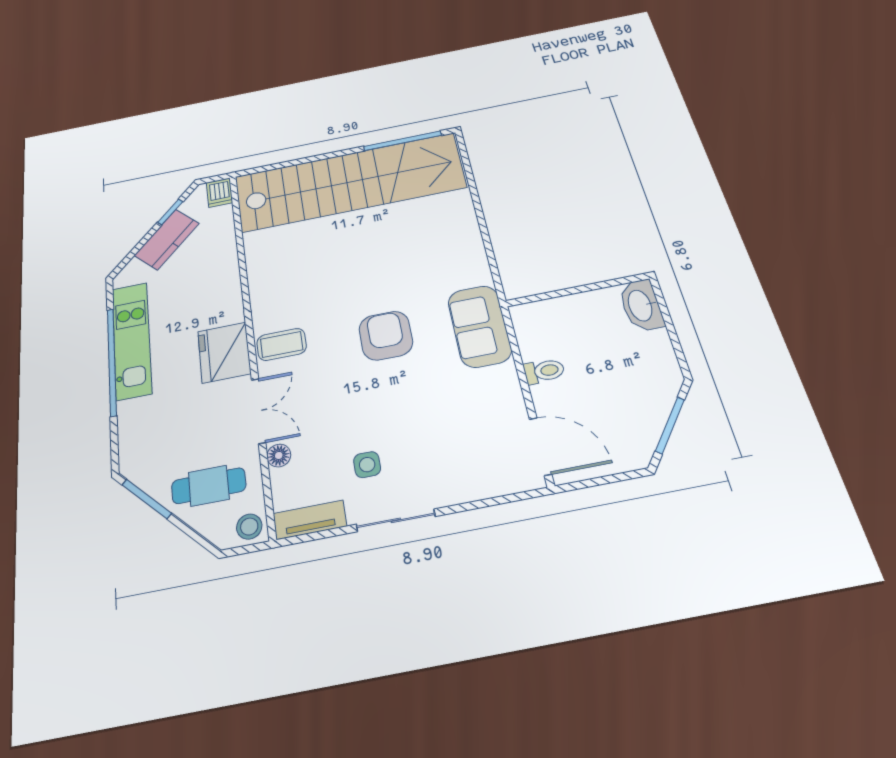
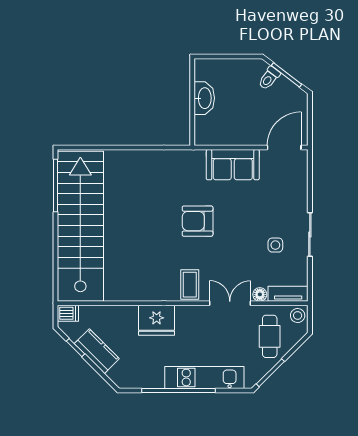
washbasin: (641, 305) -> (204, 98), moved, turned -90
sofa: (480, 326) -> (233, 165), moved
kitchen unit: (132, 340) -> (204, 377), moved
fridge: (224, 352) -> (157, 320), moved
toilet: (544, 371) -> (269, 78), moved, turned -143
tv unit: (310, 520) -> (288, 294), moved, turned 90

